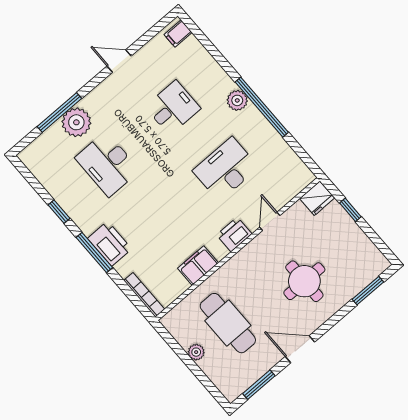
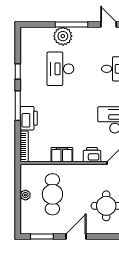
window: (59, 113) -> (72, 24), moved
printer: (110, 244) -> (29, 118), moved
door: (300, 349) -> (76, 236), hinge flipped

